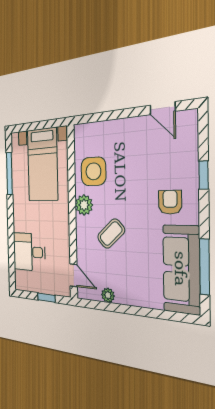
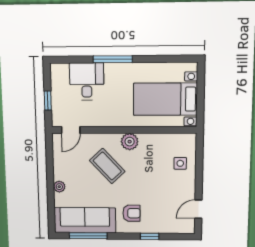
side table: (93, 171) -> (180, 163), moved, width x0.54, depth x0.54
window: (9, 174) -> (113, 59), moved
coffee table: (111, 234) -> (107, 166), width x1.36, depth x1.30
plant: (108, 295) -> (59, 187), moved

